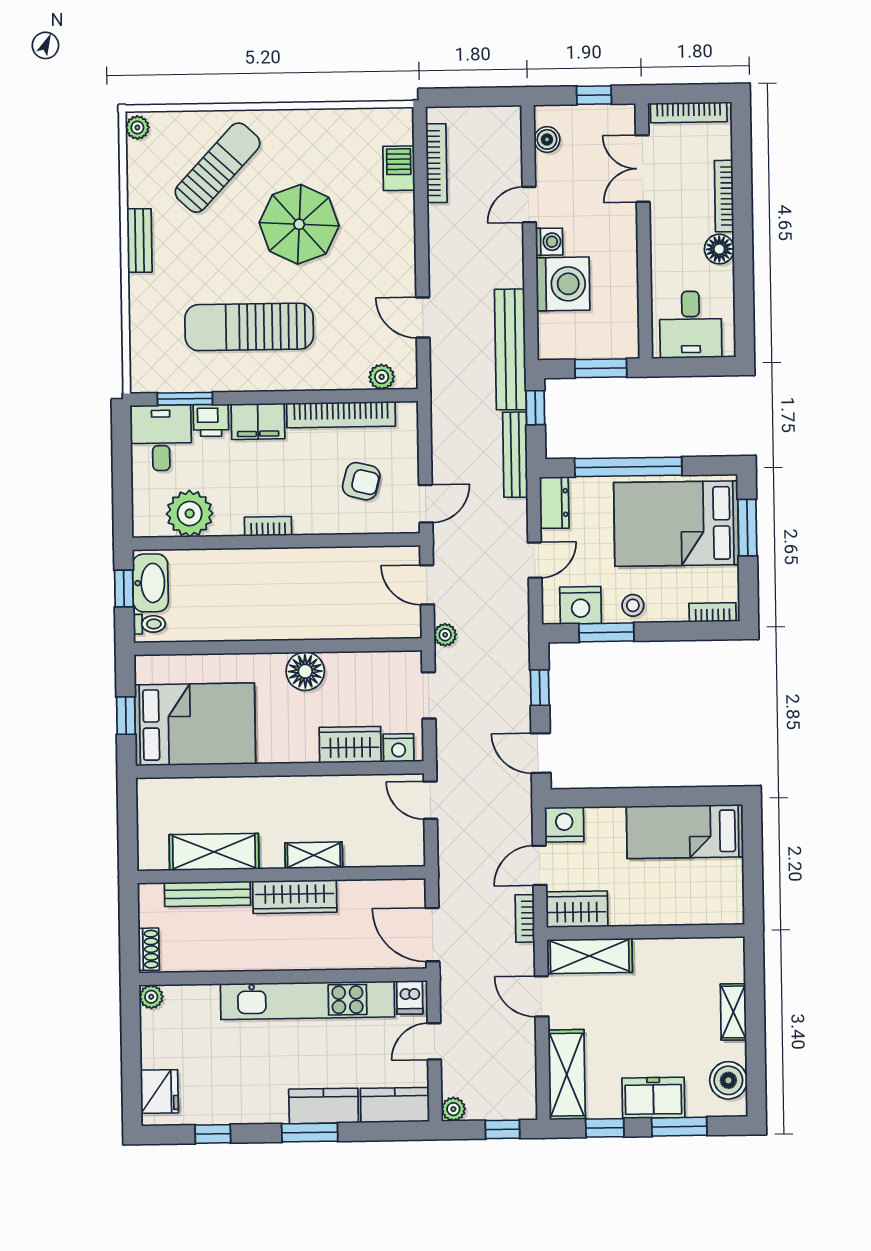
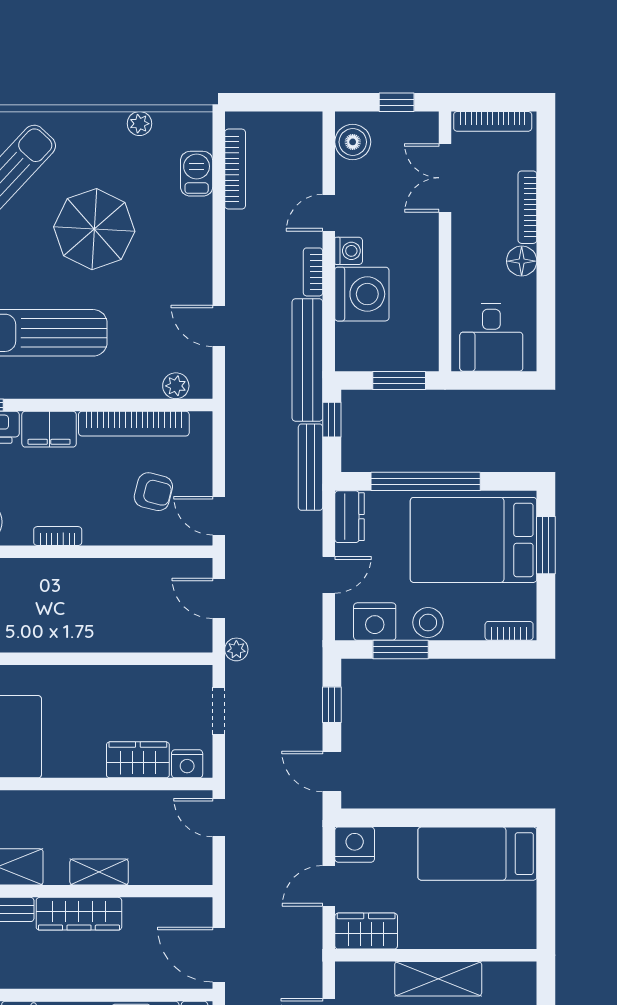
plant: (342, 120) -> (139, 124), added
boiler: (547, 139) -> (353, 142), width x1.36, depth x1.36
door: (426, 504) -> (219, 516), swing flipped
stool: (633, 605) -> (428, 622), width x1.37, depth x1.37
floor lamp: (305, 671) -> (93, 684), removed
bookcase: (525, 918) -> (313, 272), moved
shelving: (590, 956) -> (438, 979), moved

